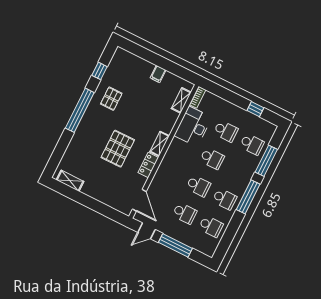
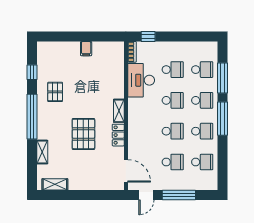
shelving: (181, 100) -> (42, 152), moved
window: (255, 109) -> (148, 36), moved
school desk: (238, 172) -> (202, 100), added

